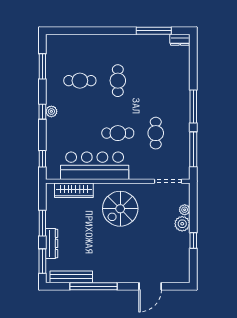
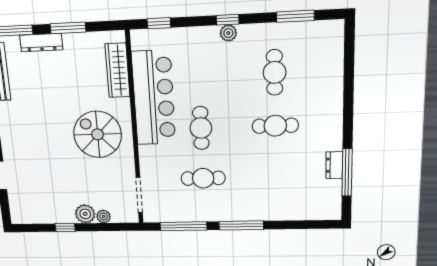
dresser: (180, 40) -> (334, 165), moved

